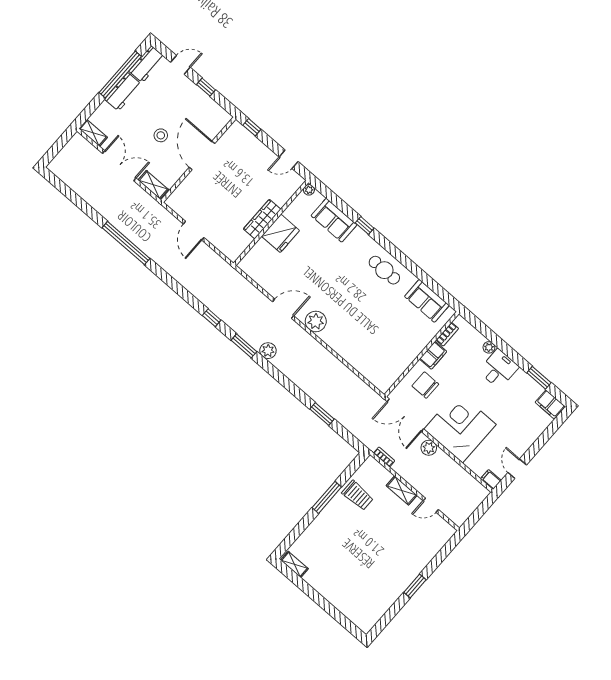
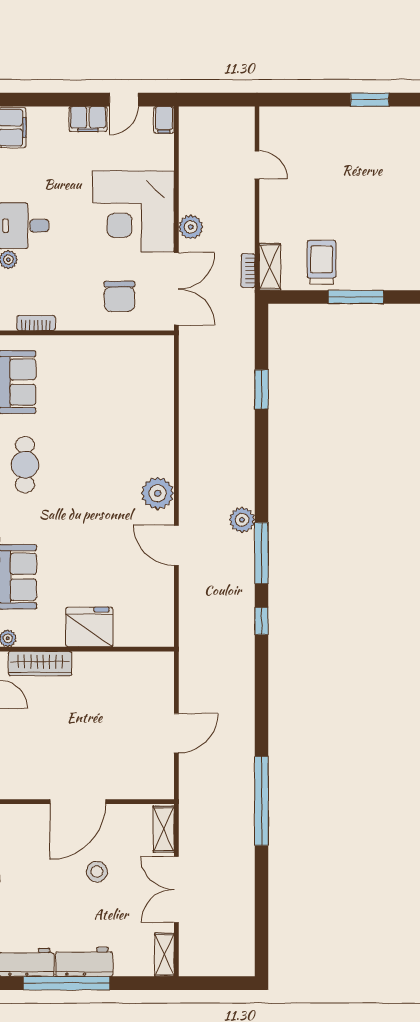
wardrobe: (262, 219) -> (40, 664), moved
window: (244, 346) -> (261, 553), width x1.44
filing cabinet: (433, 355) -> (88, 119), moved, turned 180
shelving: (402, 490) -> (270, 267), moved

